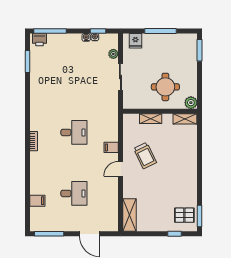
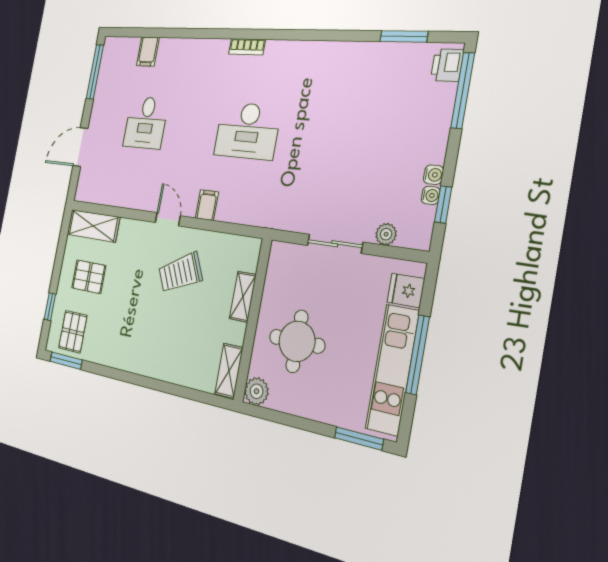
kitchen unit: (169, 41) -> (392, 370), added
desk: (74, 132) -> (247, 131), width x1.37
pallet: (155, 212) -> (89, 277), added

